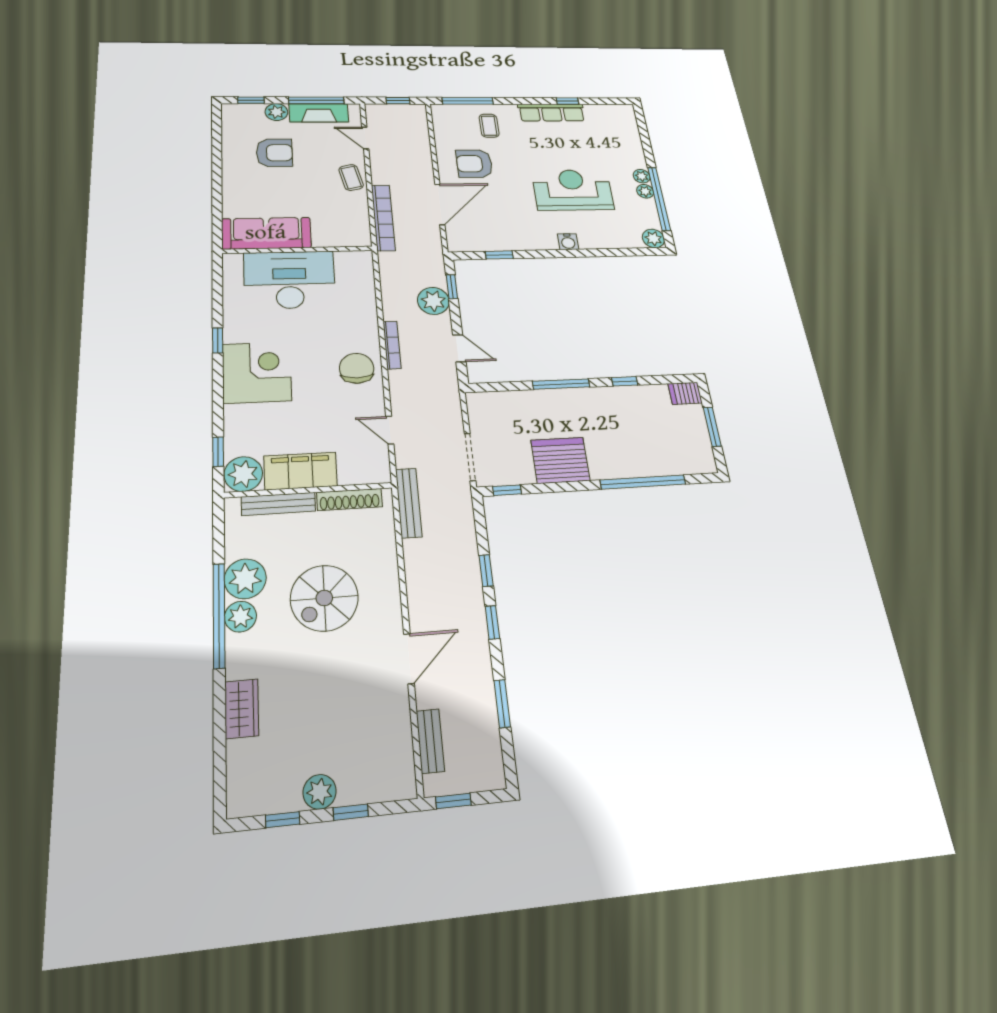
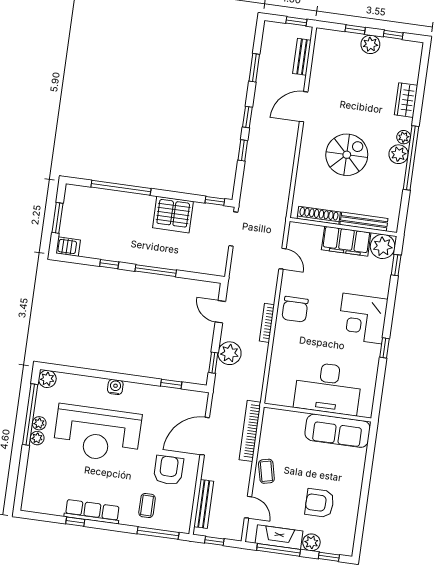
armchair: (474, 164) -> (169, 470), turned -90
reception desk: (573, 190) -> (97, 434), width x1.36, depth x1.30
bench: (409, 503) -> (204, 504), moved
plant: (245, 579) -> (404, 137), moved, width x0.53, depth x0.53

